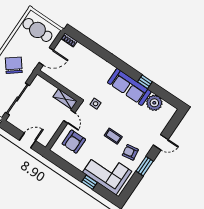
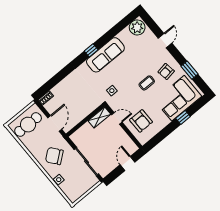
window: (145, 82) -> (91, 50), moved
plant: (154, 103) -> (137, 27), moved
window: (145, 166) -> (190, 70), moved

